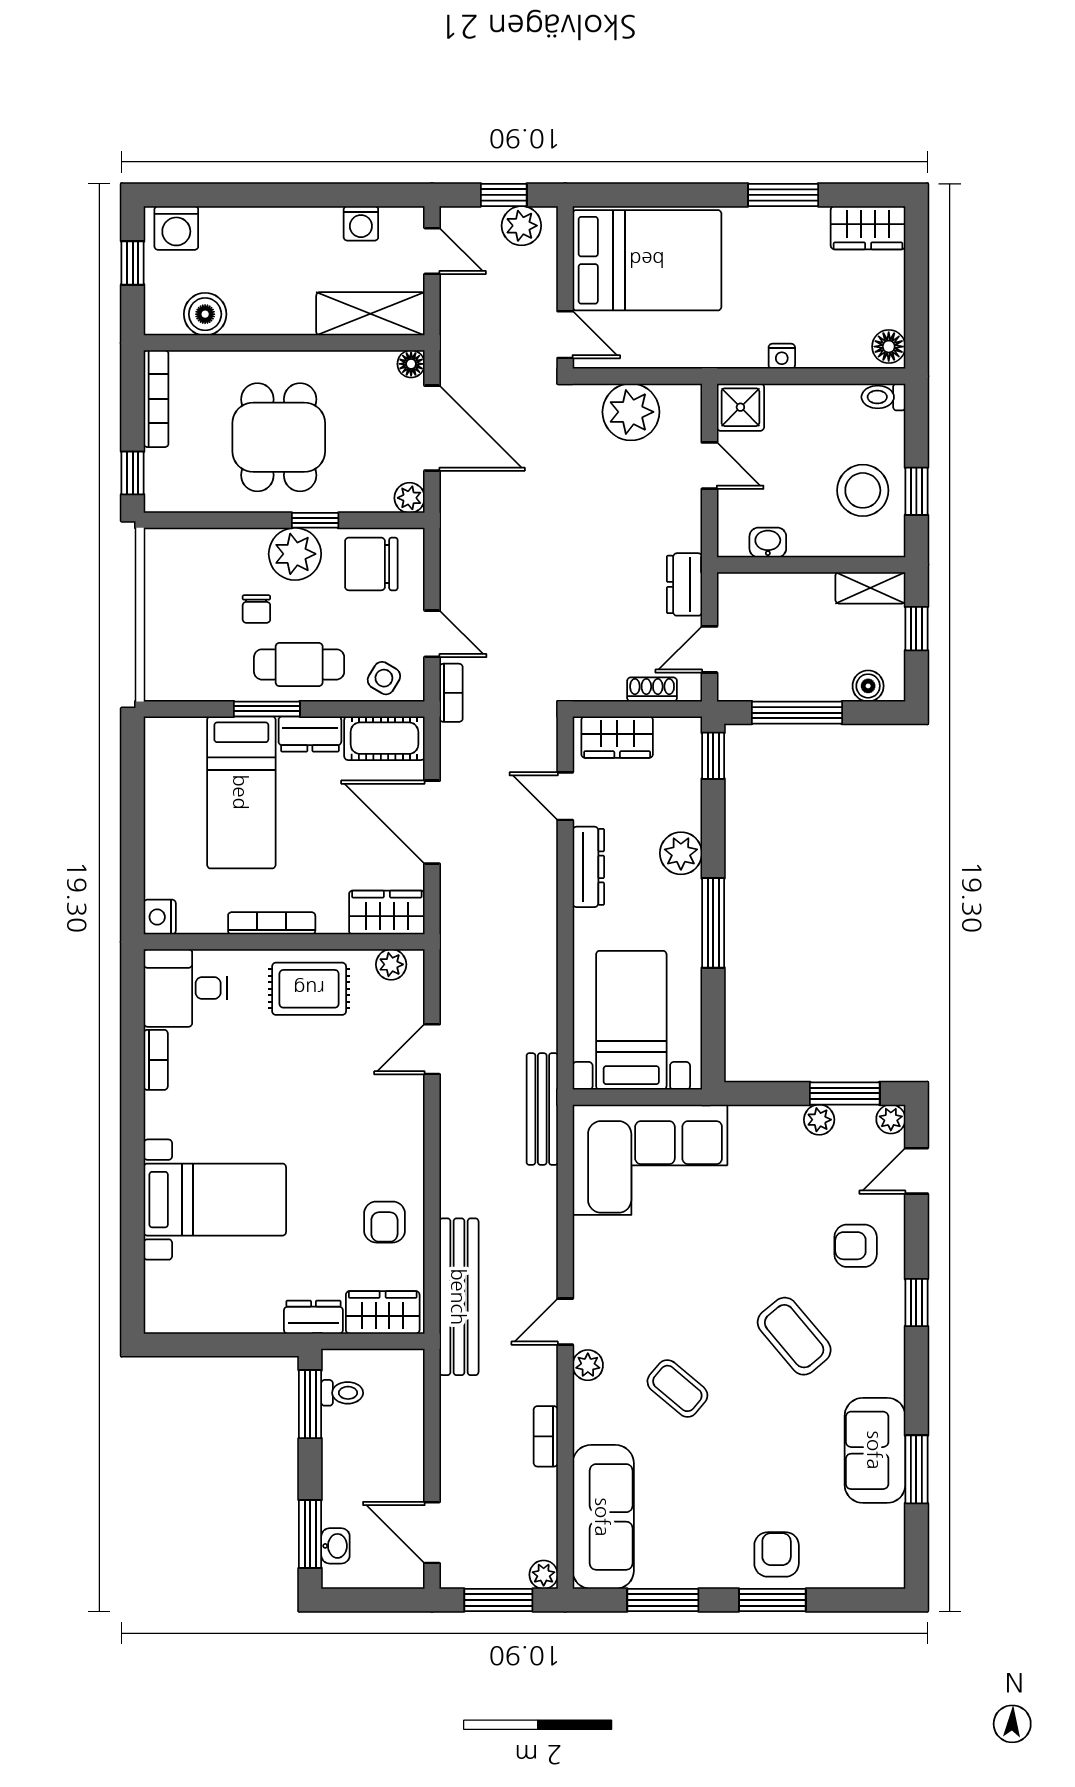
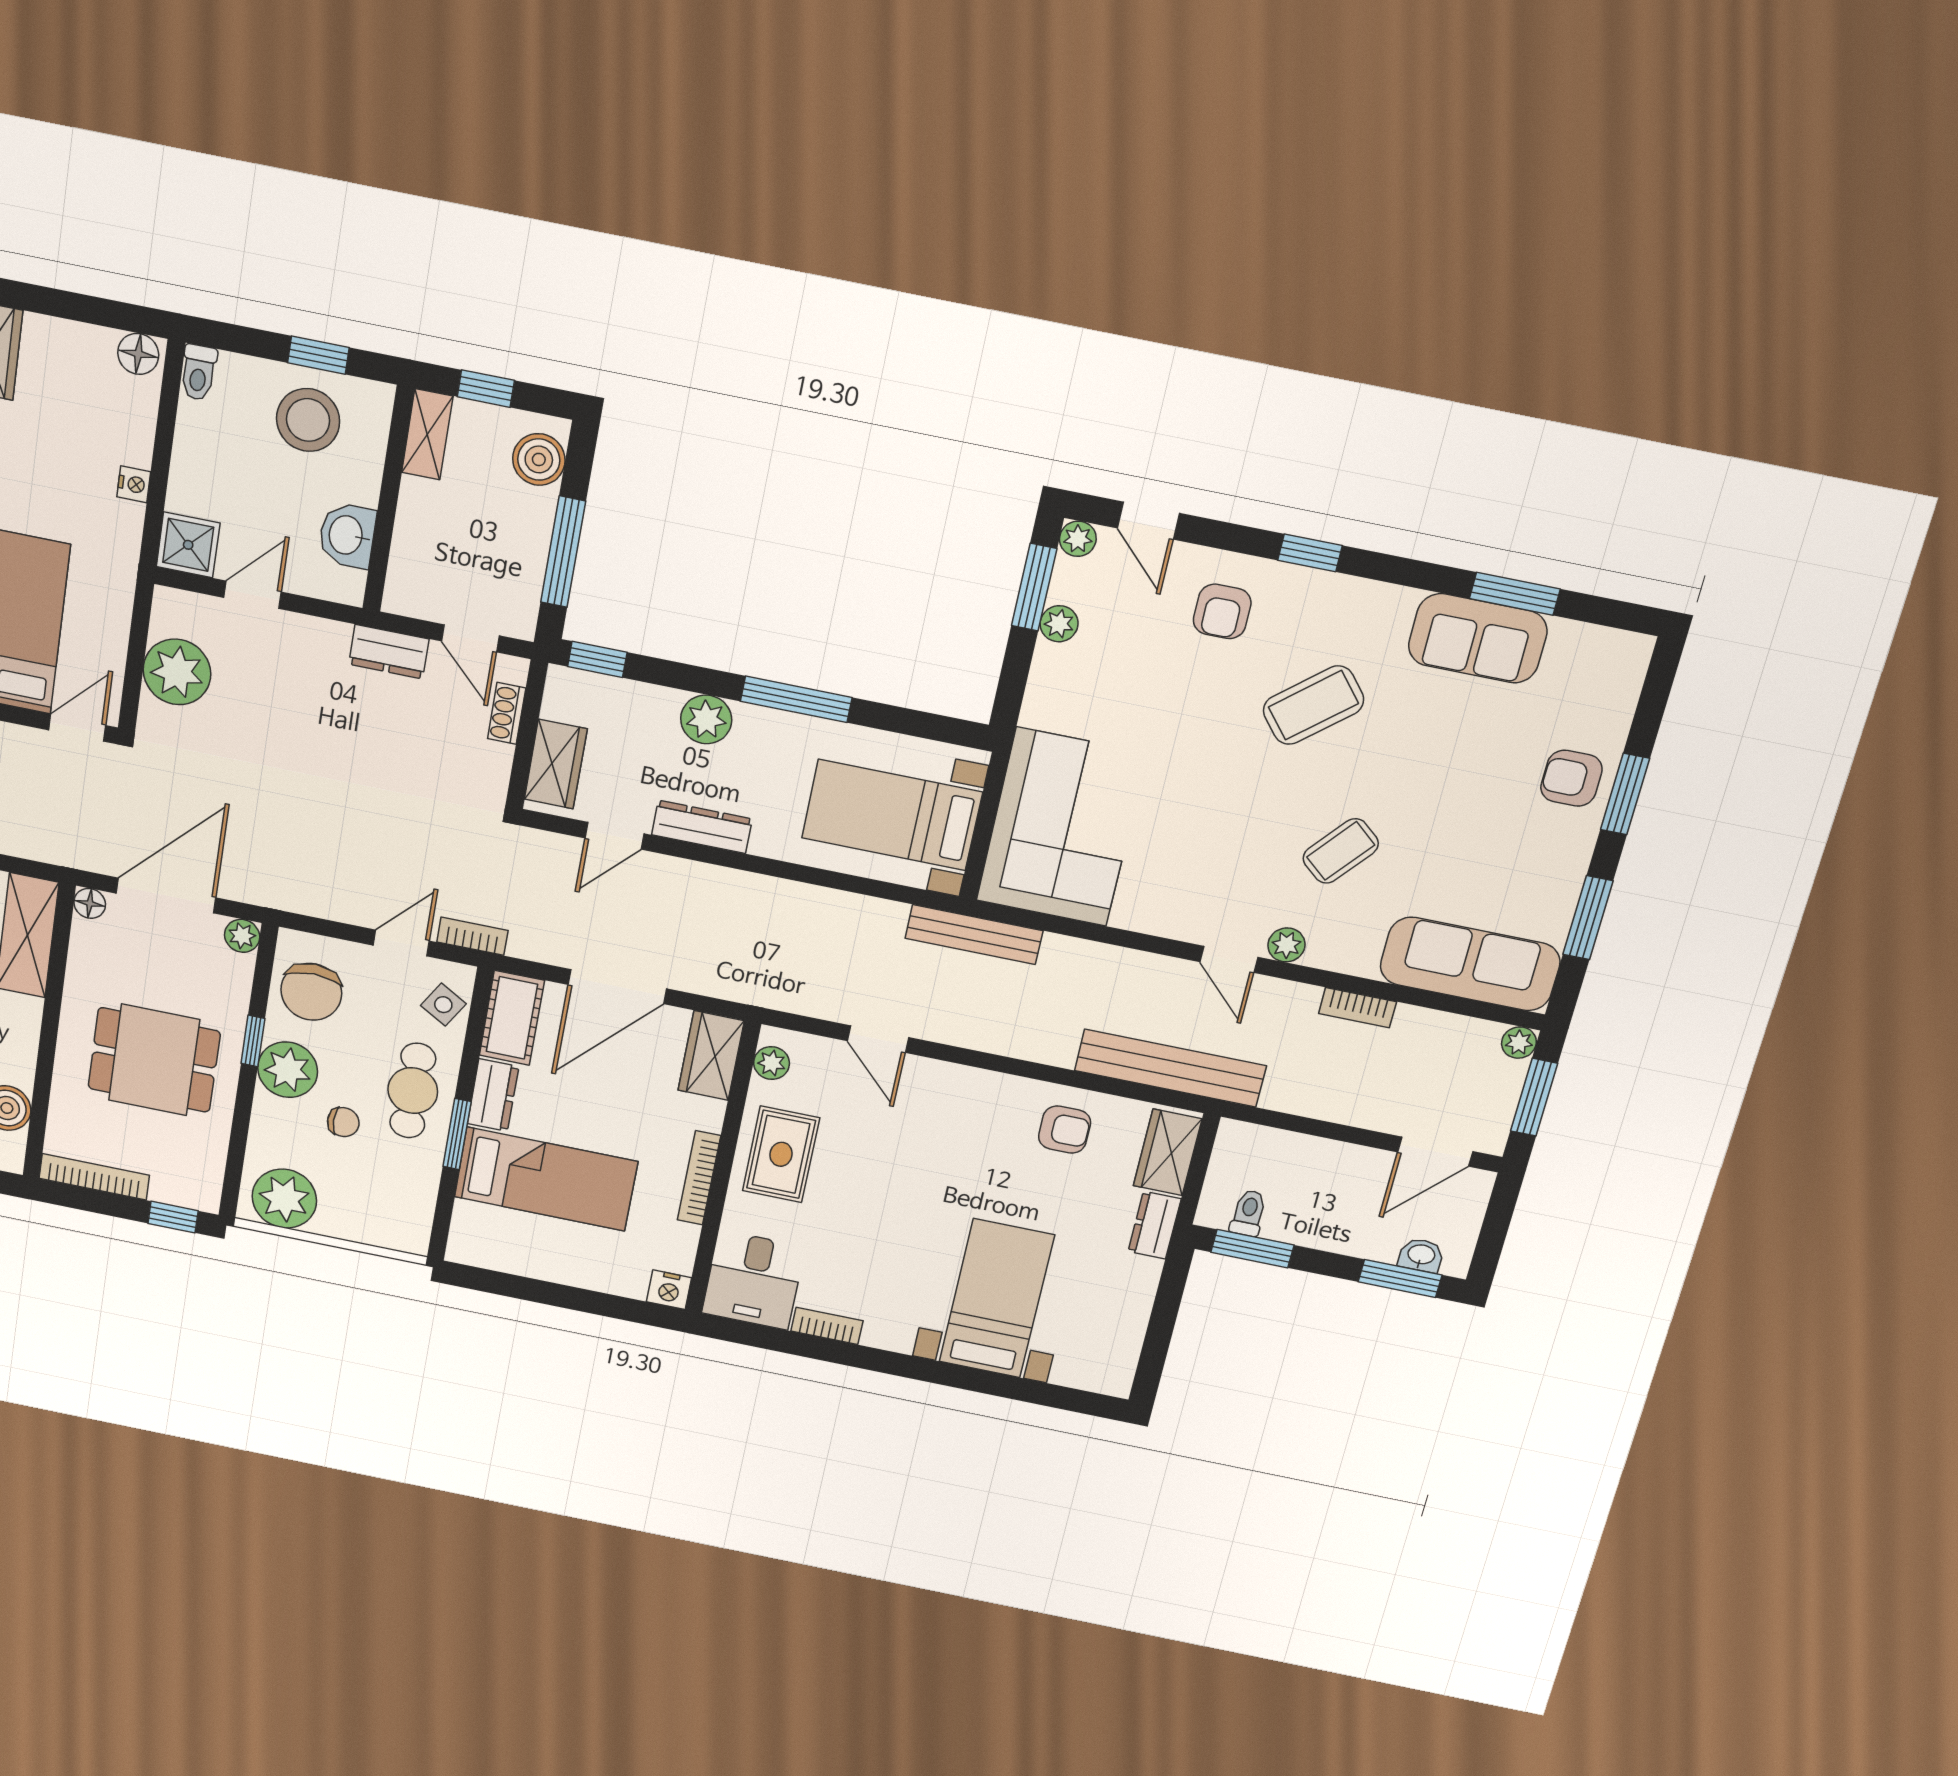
washbasin: (768, 542) -> (347, 535), width x1.38, depth x1.45
plant: (172, 568) -> (284, 1199), added
boiler: (868, 686) -> (539, 459), width x1.36, depth x1.36

